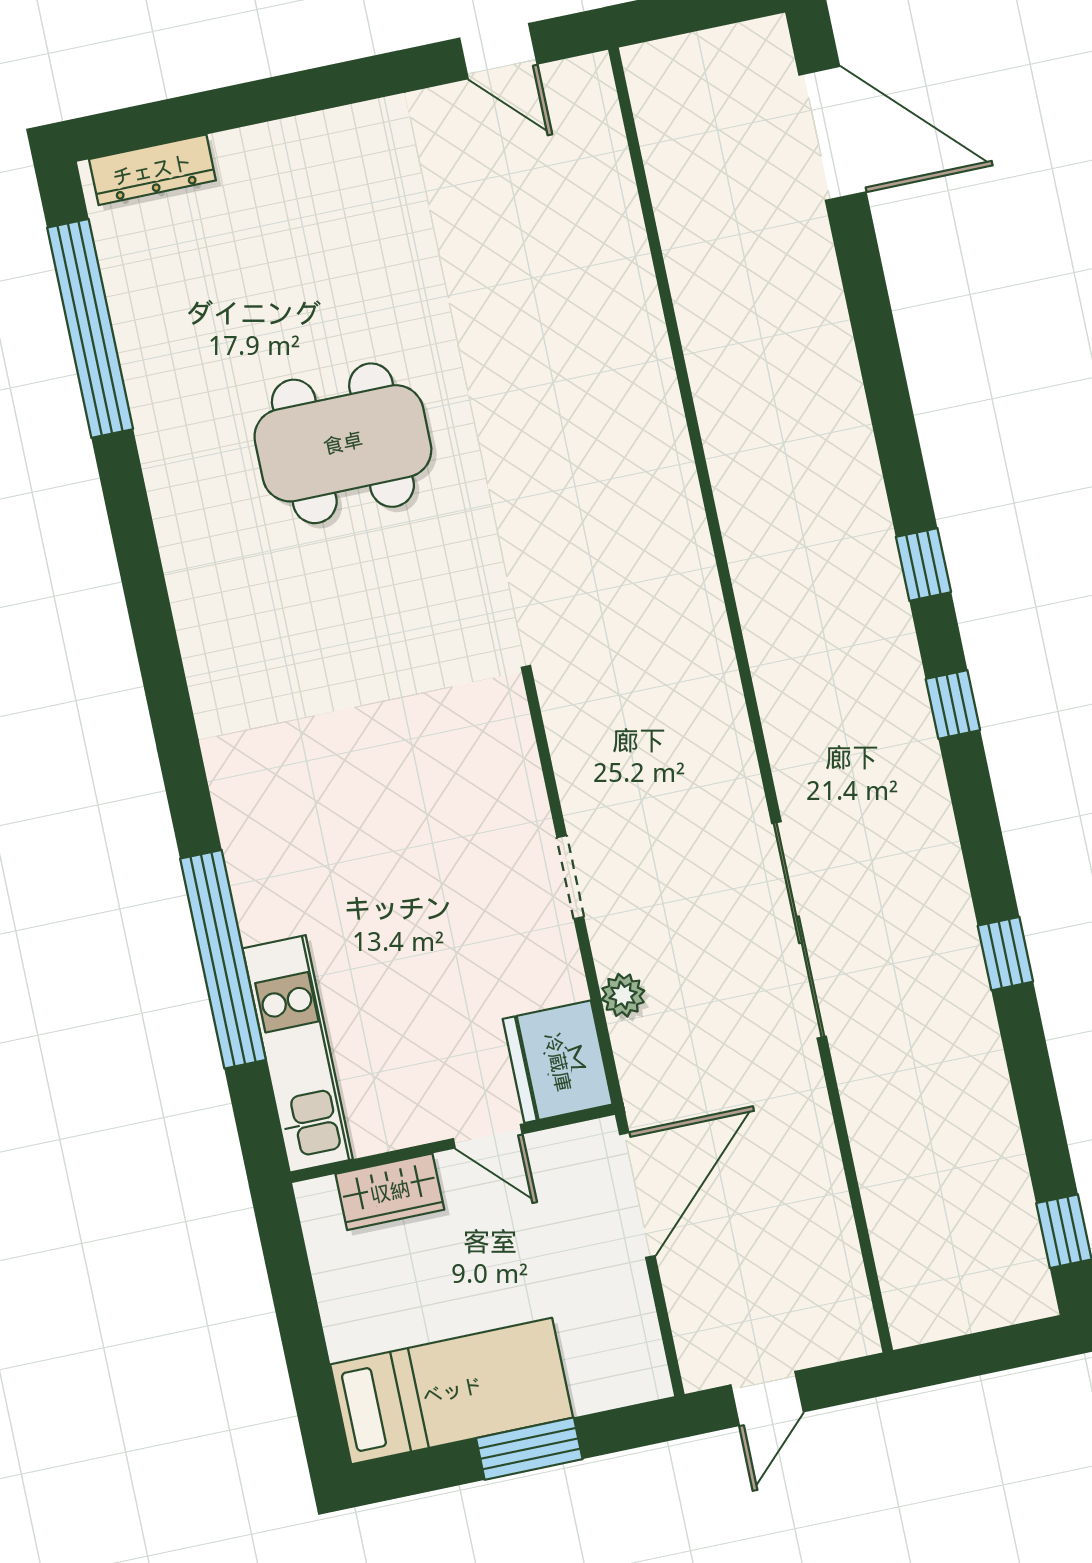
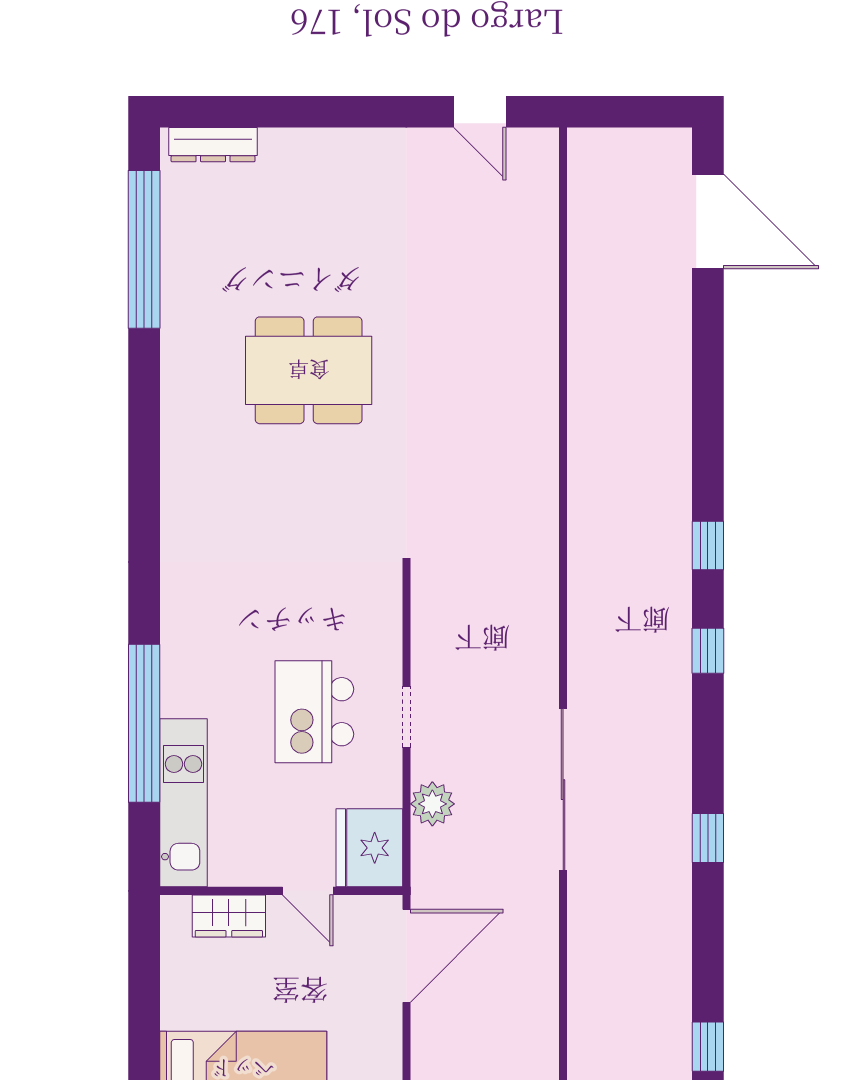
kitchen island: (446, 896) -> (314, 712), added
plant: (623, 995) -> (432, 804), width x1.38, depth x1.38

